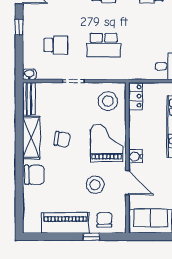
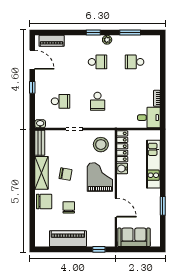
school desk: (104, 45) -> (98, 101), width x0.54
locker: (136, 96) -> (122, 146), width x1.53
water cooler: (136, 157) -> (122, 169), moved
stool: (95, 185) -> (91, 209), removed
chair: (104, 220) -> (69, 207), moved
window: (91, 237) -> (99, 249), moved

